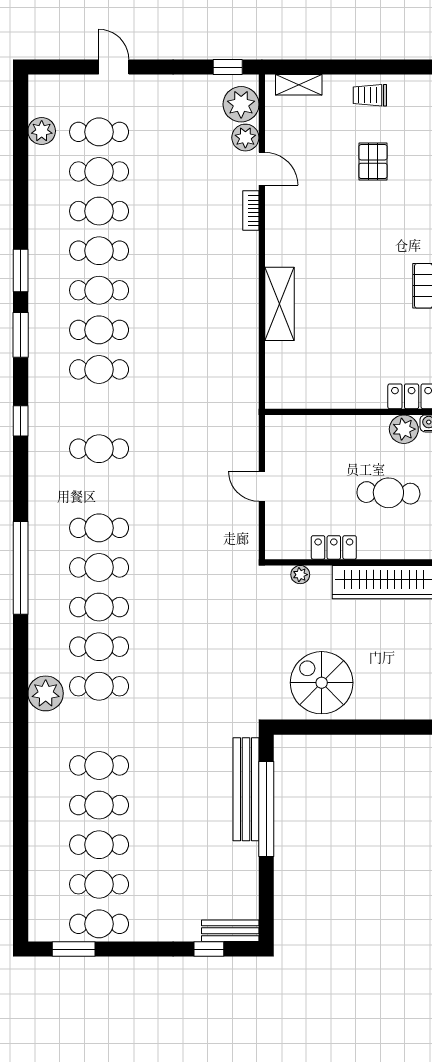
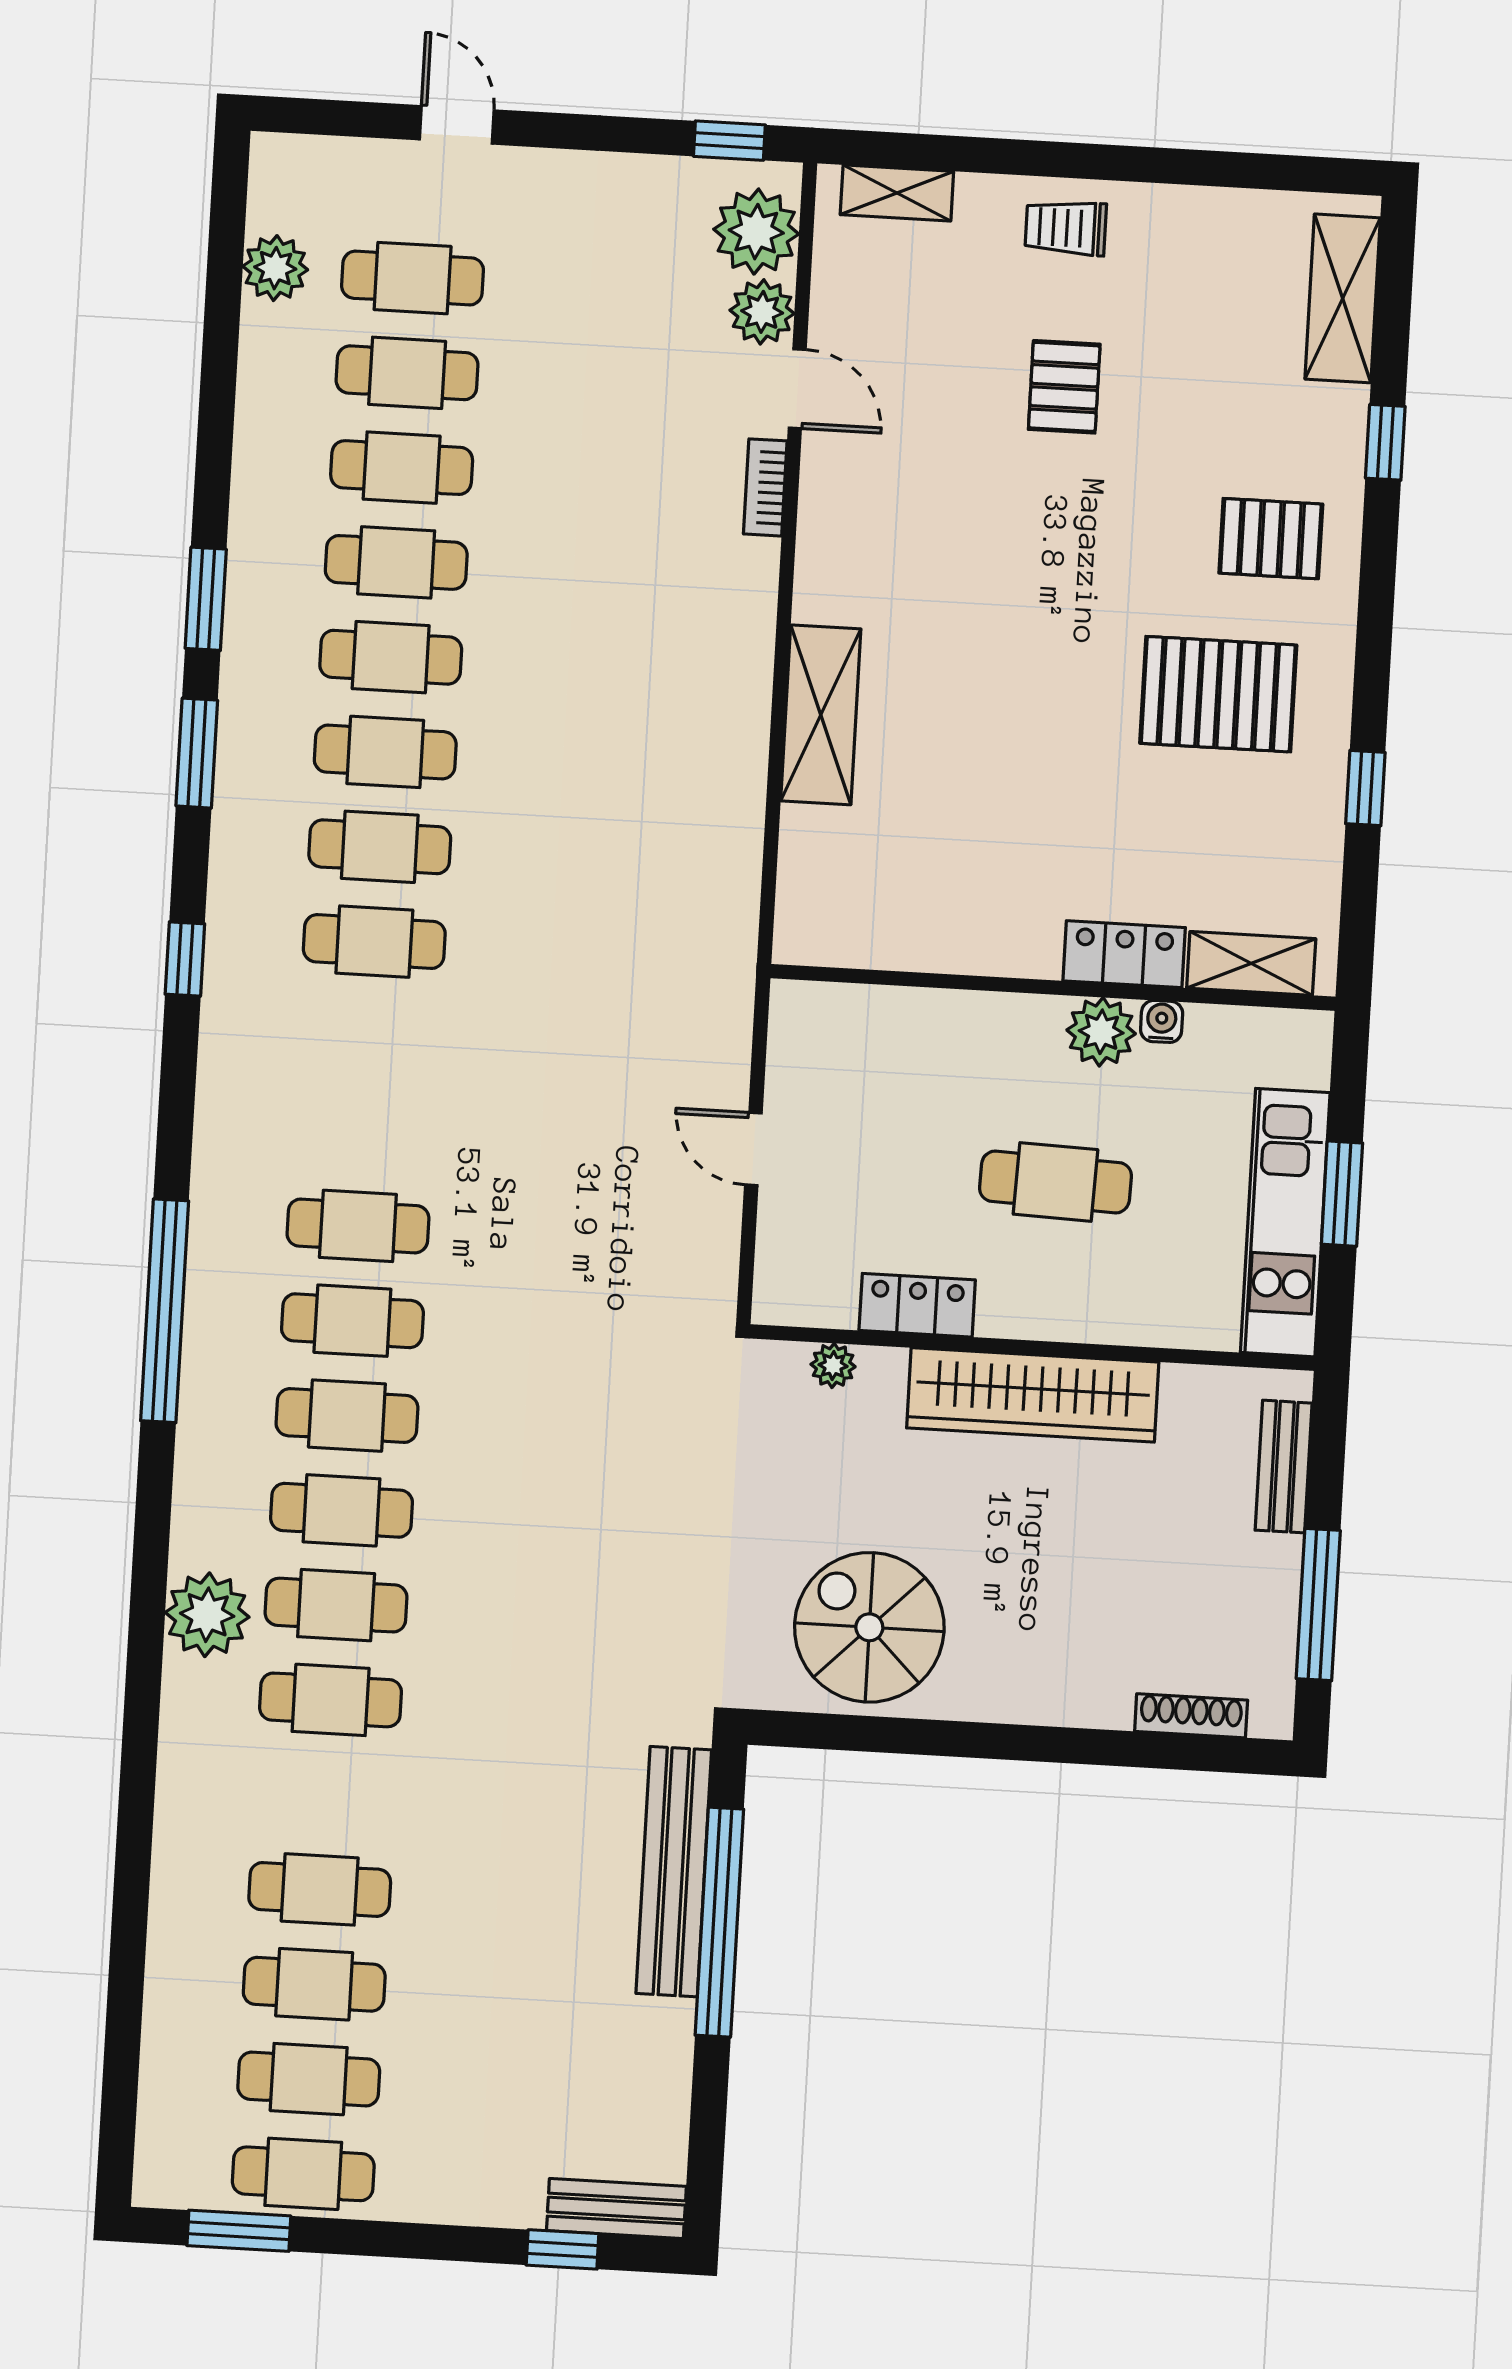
cafe table: (99, 449) -> (374, 942), moved
cafe table: (99, 765) -> (331, 1700), moved

